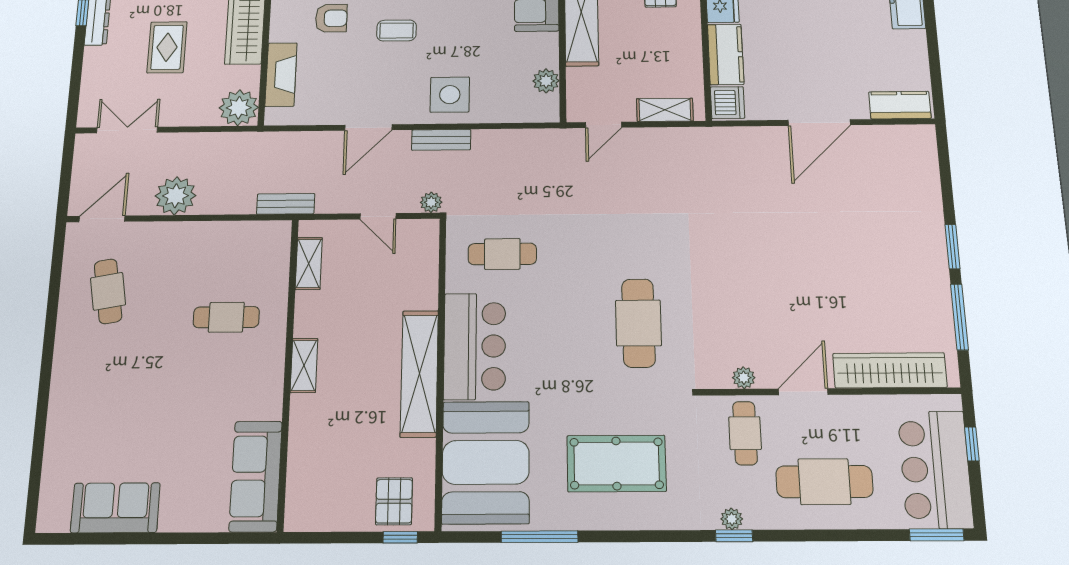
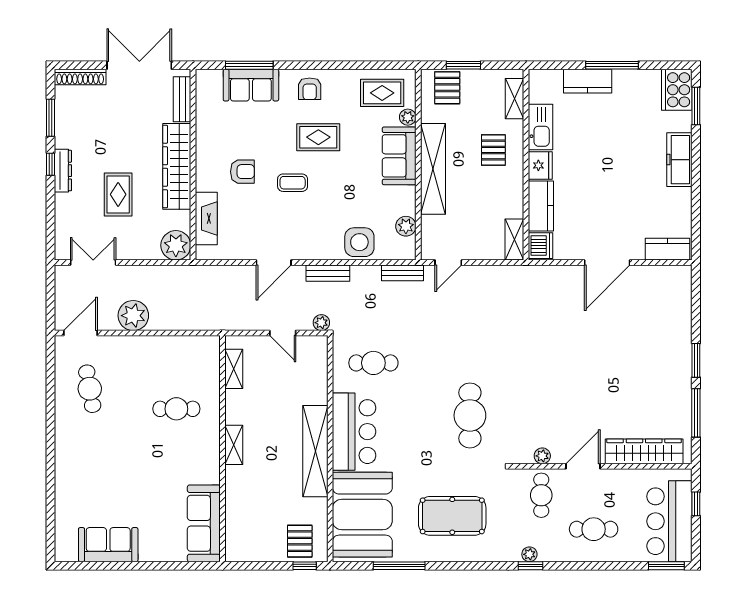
side table: (450, 95) -> (359, 242), moved
shelving: (665, 110) -> (514, 240), moved, turned 90
bench: (286, 204) -> (403, 273), moved
cafe table: (824, 482) -> (594, 529), width x0.73, depth x0.74

